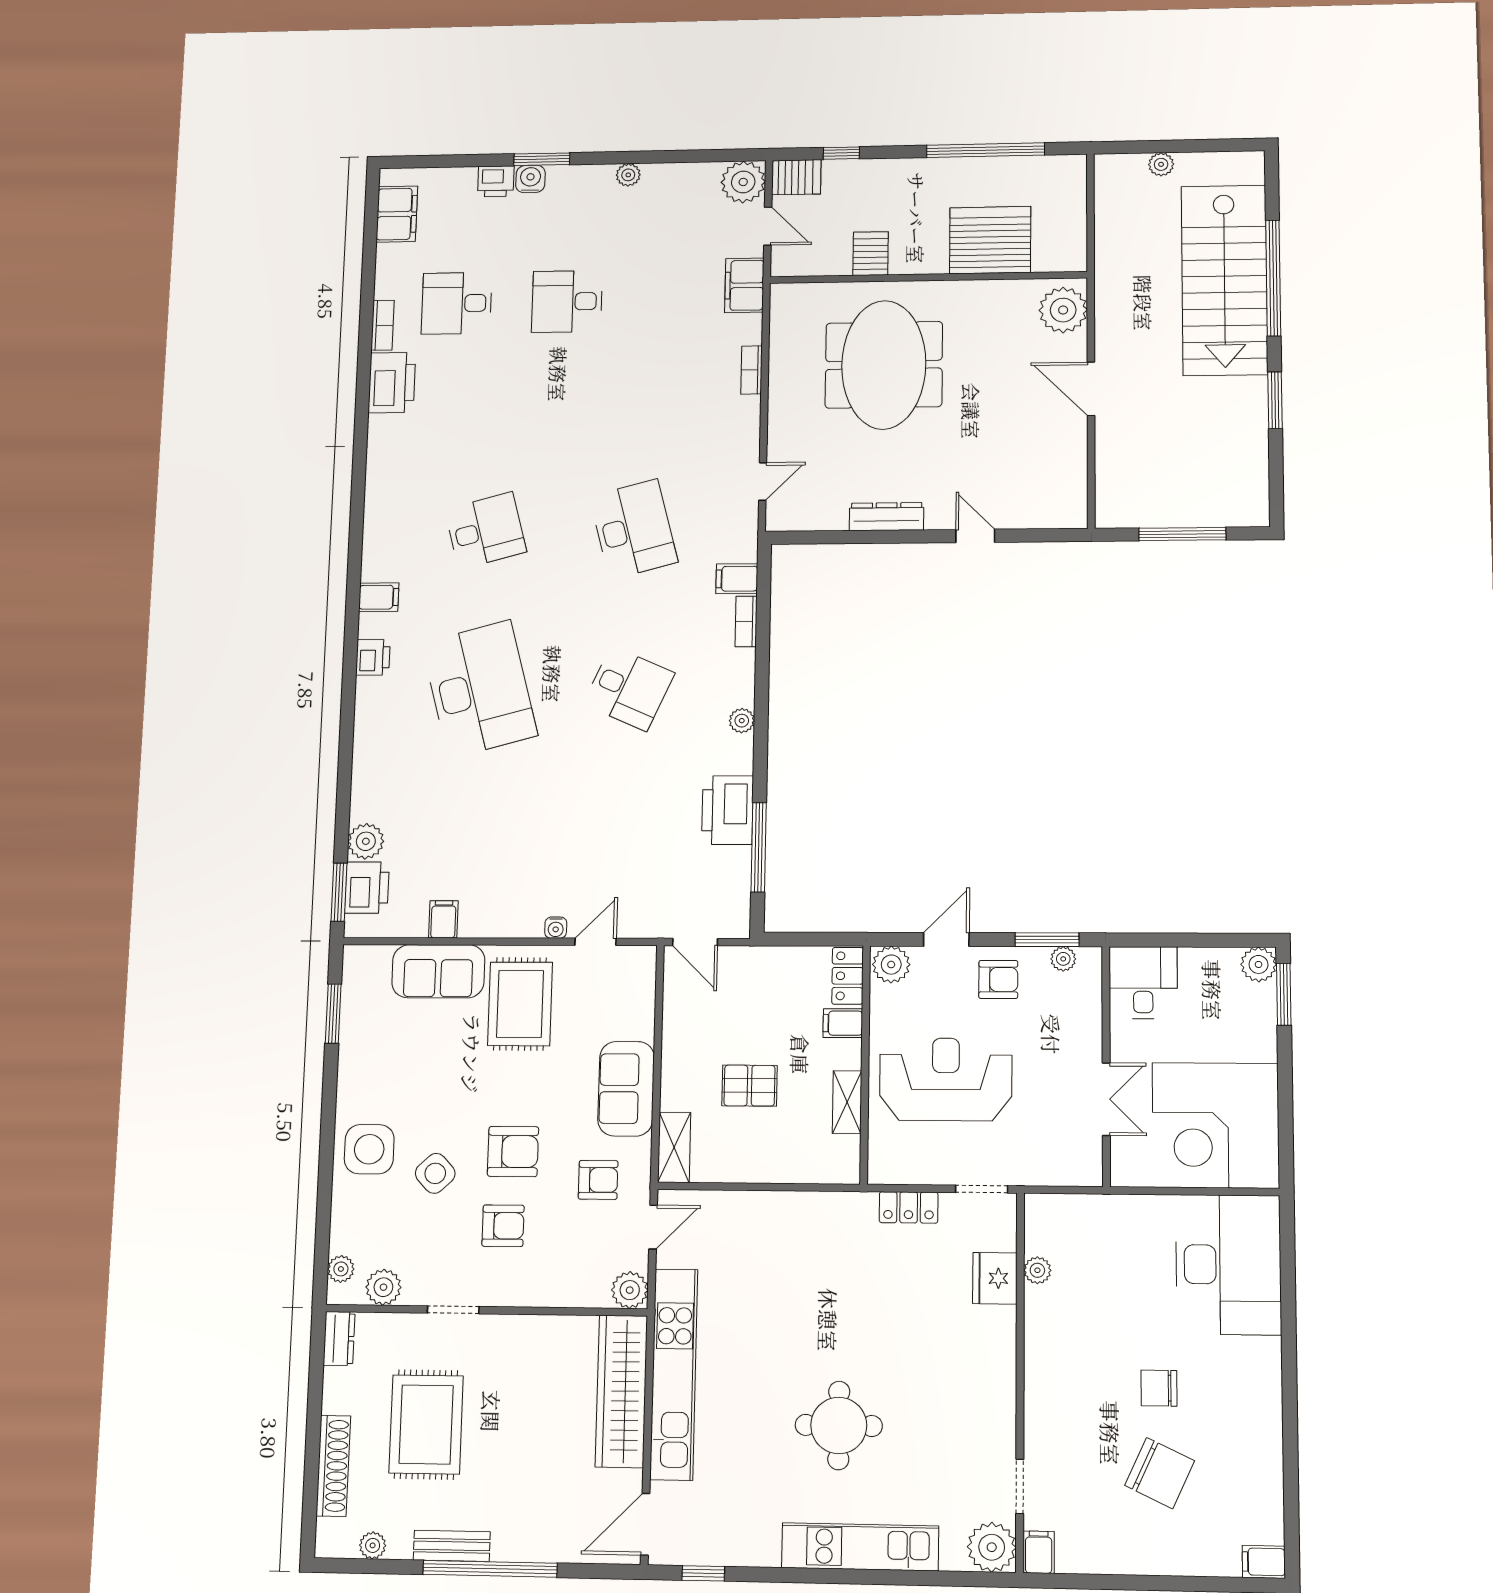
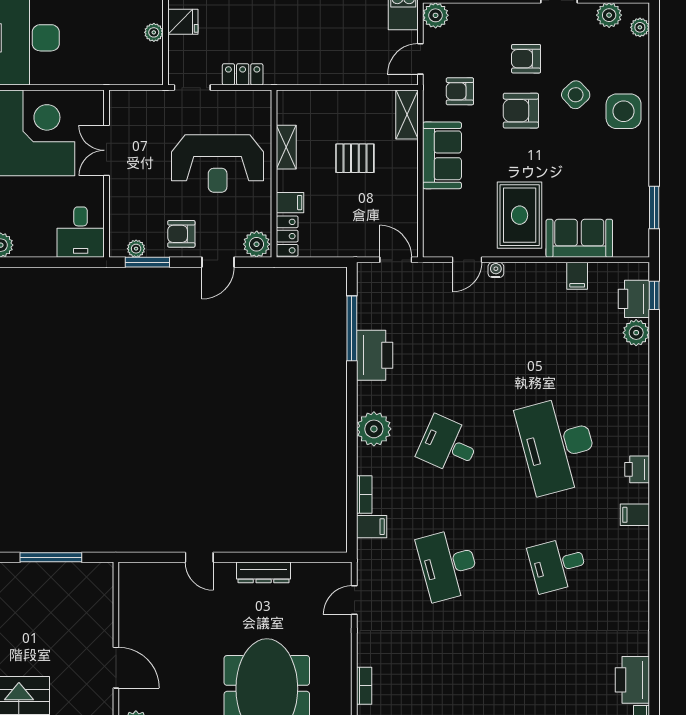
plant: (742, 721) -> (374, 429), width x1.88, depth x1.88
window: (339, 892) -> (654, 295), width x0.67
fridge: (995, 1278) -> (183, 22), width x0.72

